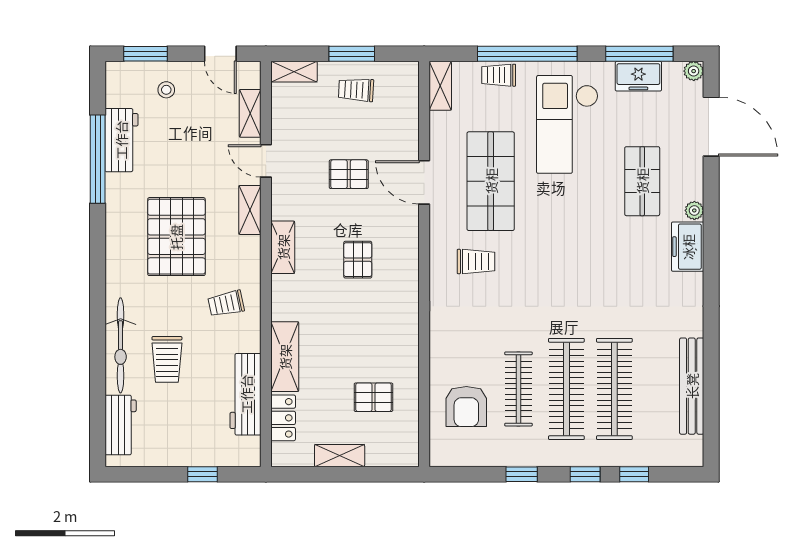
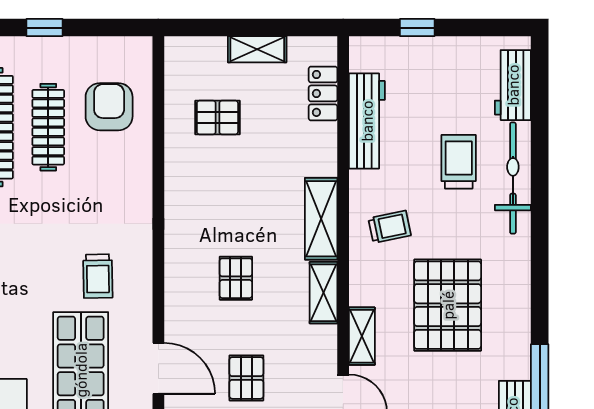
pallet: (349, 174) -> (246, 378), turned 90
trolley: (476, 261) -> (98, 276), turned -91
shelving: (285, 357) -> (321, 219), moved

